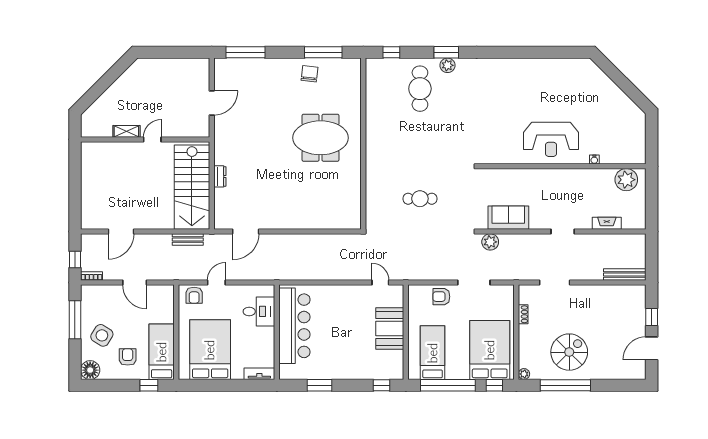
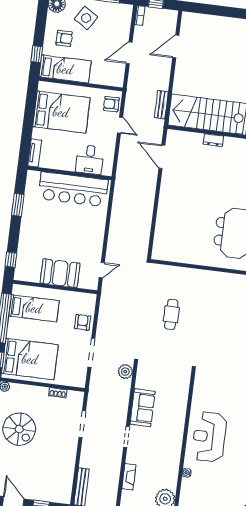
sofa: (508, 218) -> (143, 408), moved
door: (121, 231) -> (176, 47), hinge flipped

